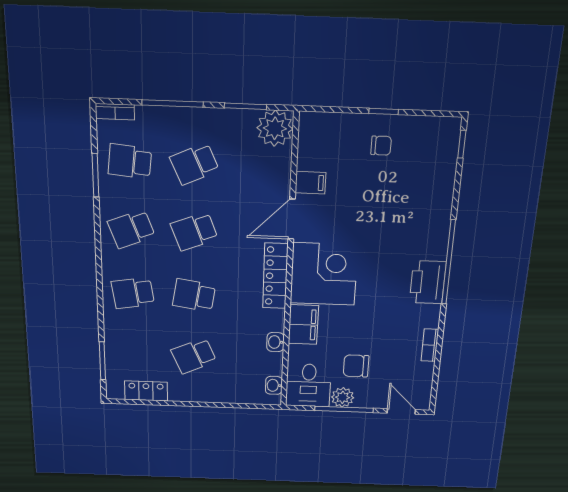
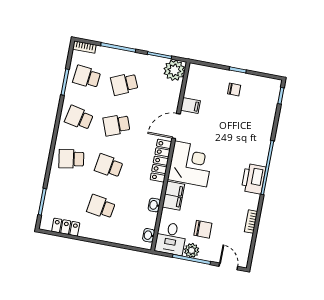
school desk: (131, 229) -> (79, 118), turned 33
school desk: (194, 356) -> (101, 207), turned 33
chair: (356, 366) -> (203, 229), turned 180

